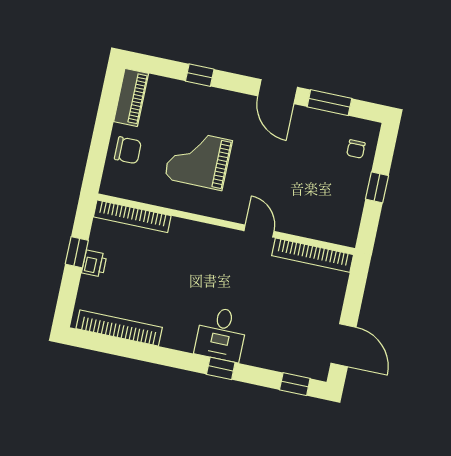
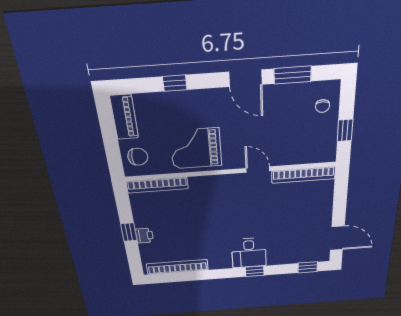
bookcase: (132, 216) -> (157, 185), moved
wall: (226, 224) -> (231, 171), moved
door: (259, 231) -> (258, 170), moved
bookcase: (313, 255) -> (303, 175), moved

